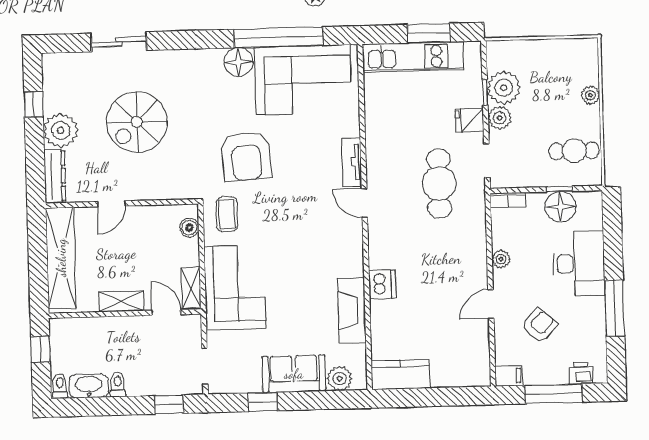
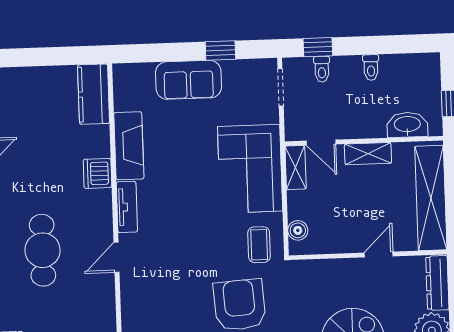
tv unit: (352, 162) -> (127, 207), moved
cafe table: (439, 184) -> (43, 250), moved
door: (364, 203) -> (117, 257), swing flipped
kitchen counter: (400, 375) -> (94, 94), moved, turned 90
plant: (340, 378) -> (141, 75), removed
toilet: (60, 386) -> (322, 69), moved
washbasin: (89, 386) -> (407, 125), moved, turned 180

